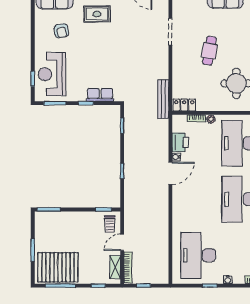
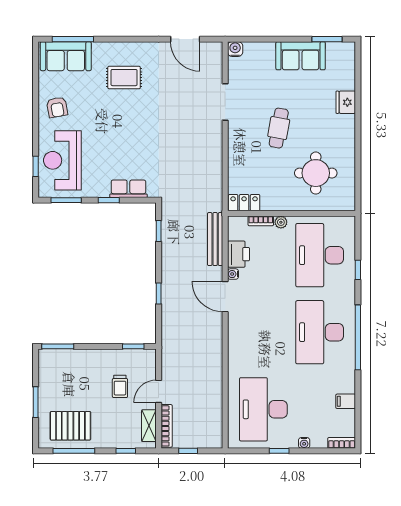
armchair: (61, 31) -> (57, 107), moved
bench: (163, 99) -> (215, 239), moved
door: (170, 173) -> (225, 297), swing flipped
trolley: (110, 224) -> (120, 386), moved
pallet: (58, 267) -> (70, 426), width x0.73, depth x0.71

